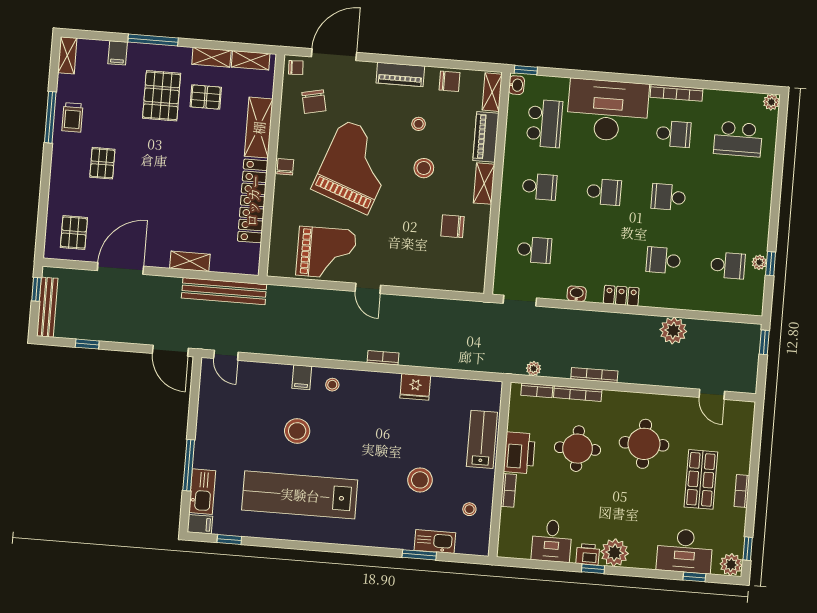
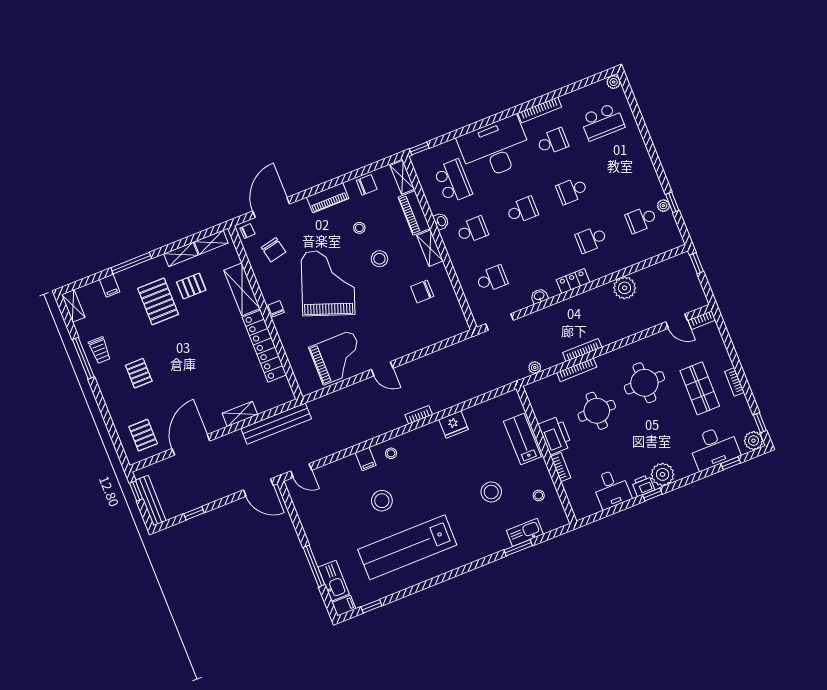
washbasin: (516, 85) -> (441, 221), moved
school desk: (728, 265) -> (641, 219), turned 180
bookcase: (537, 390) -> (702, 320), moved

